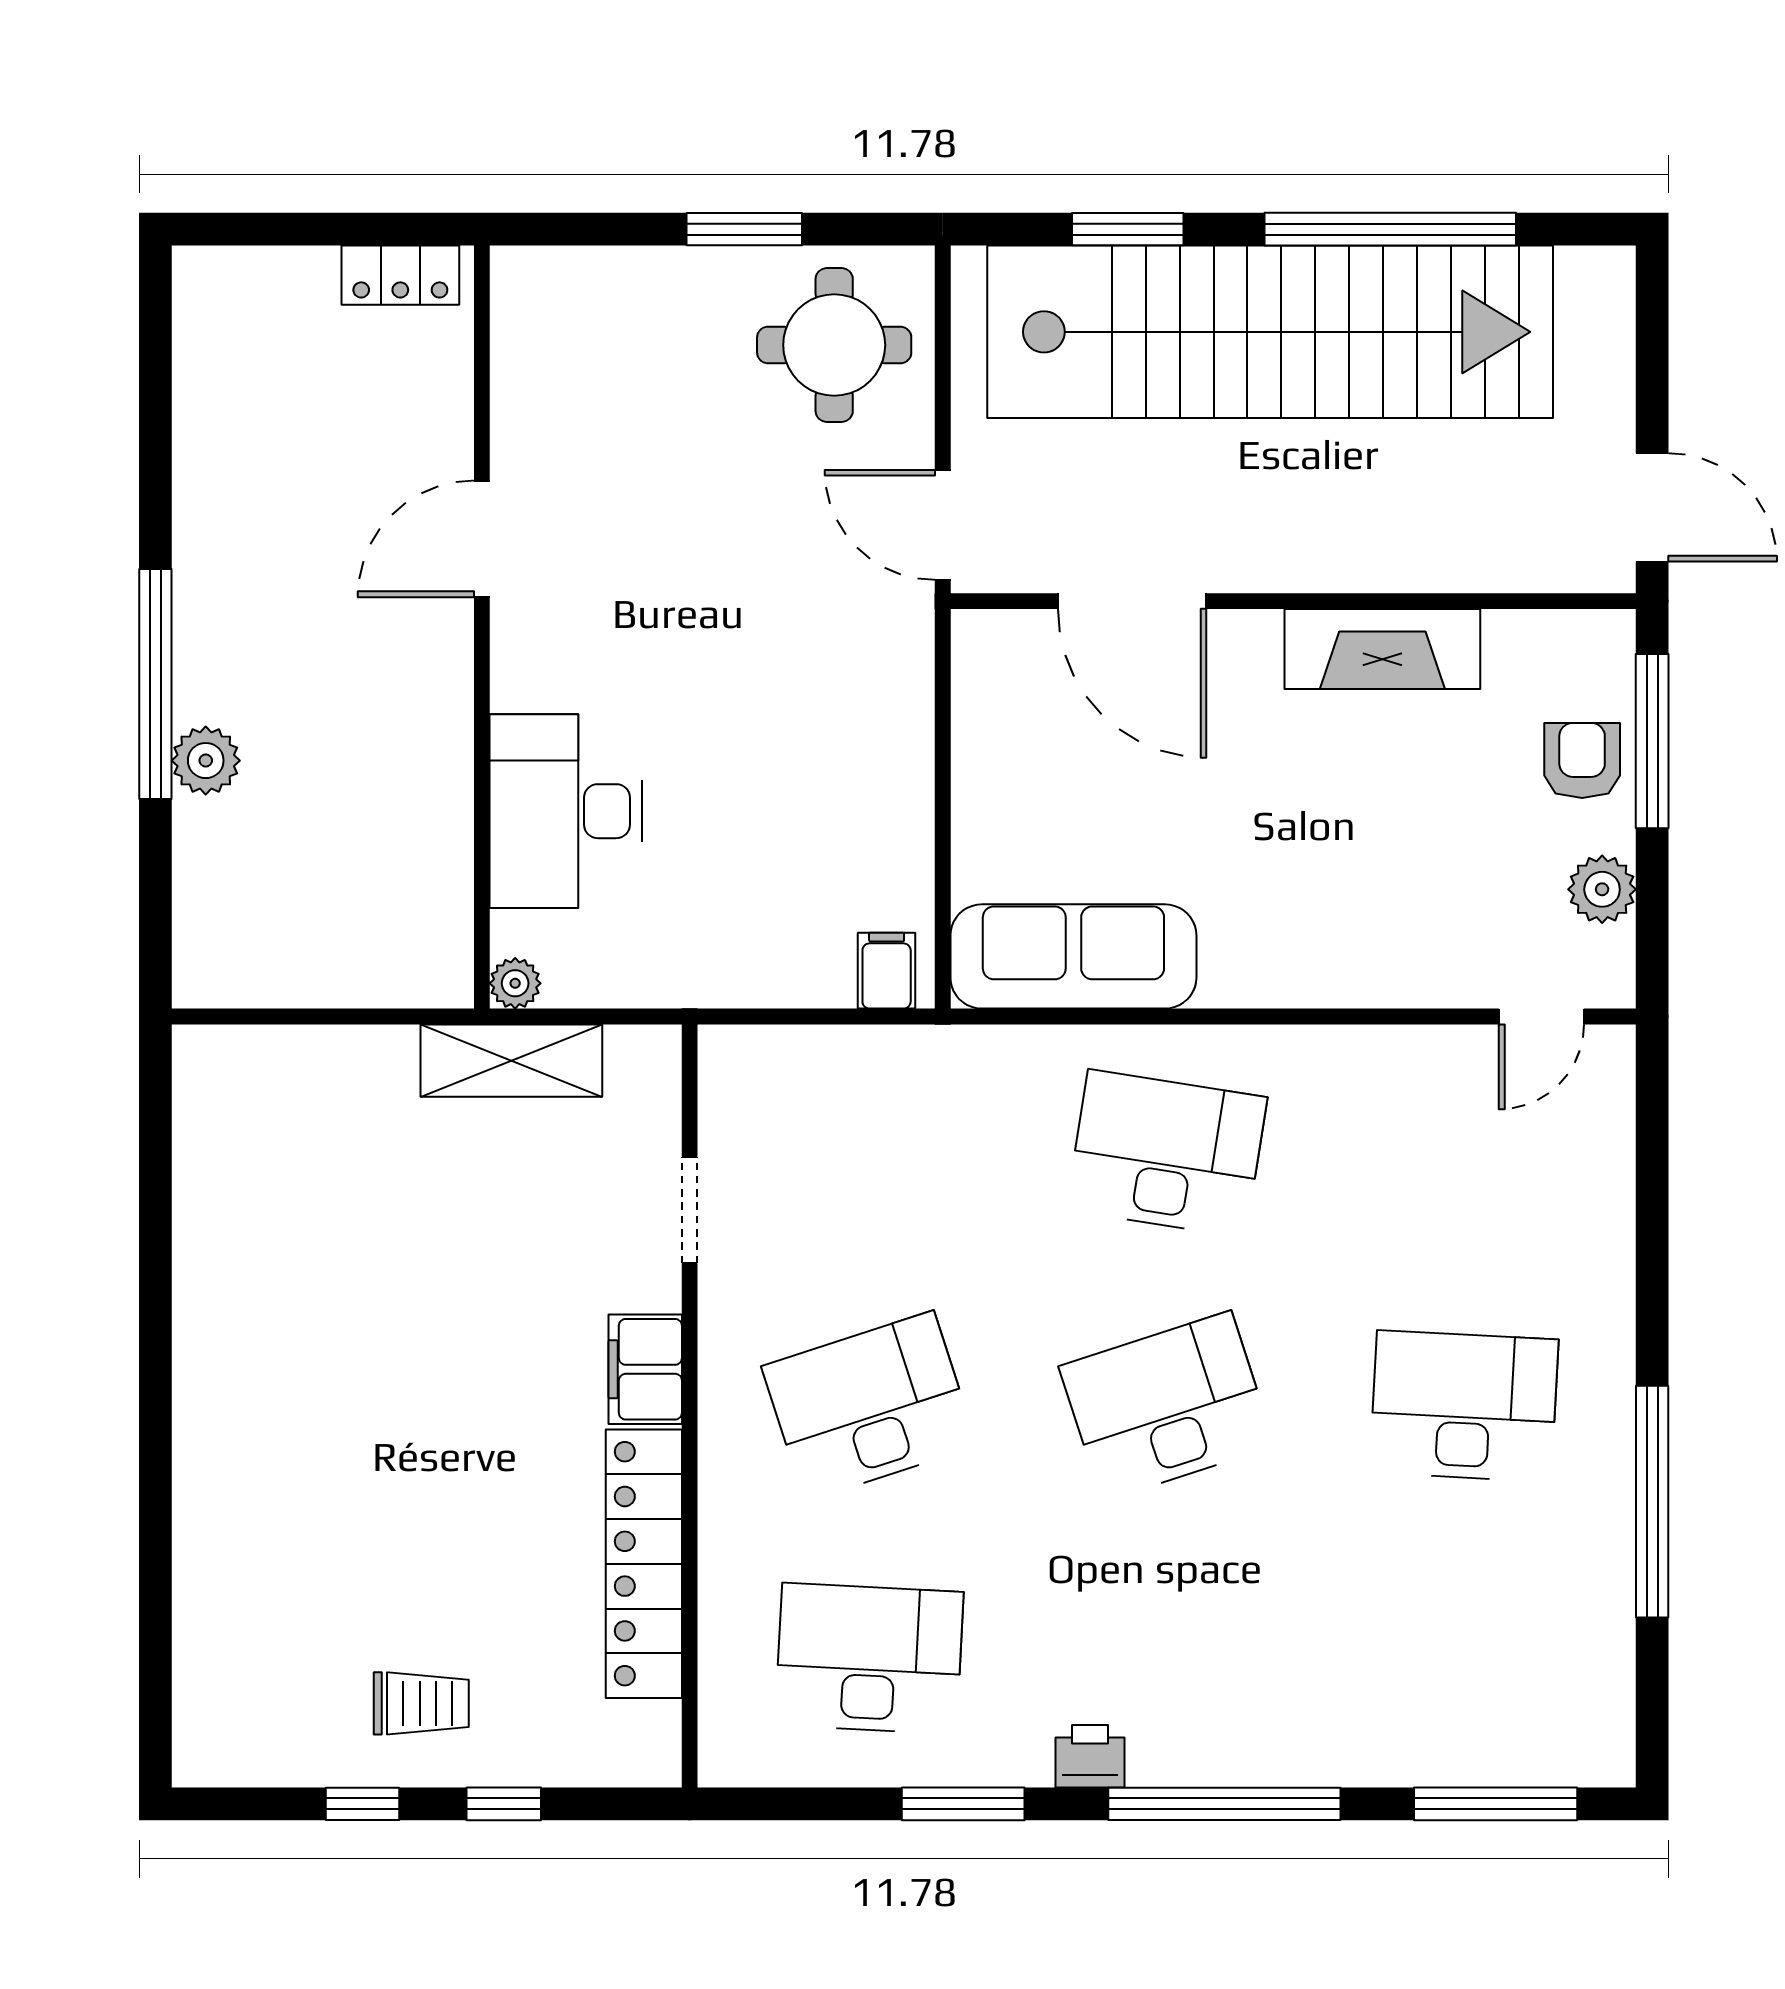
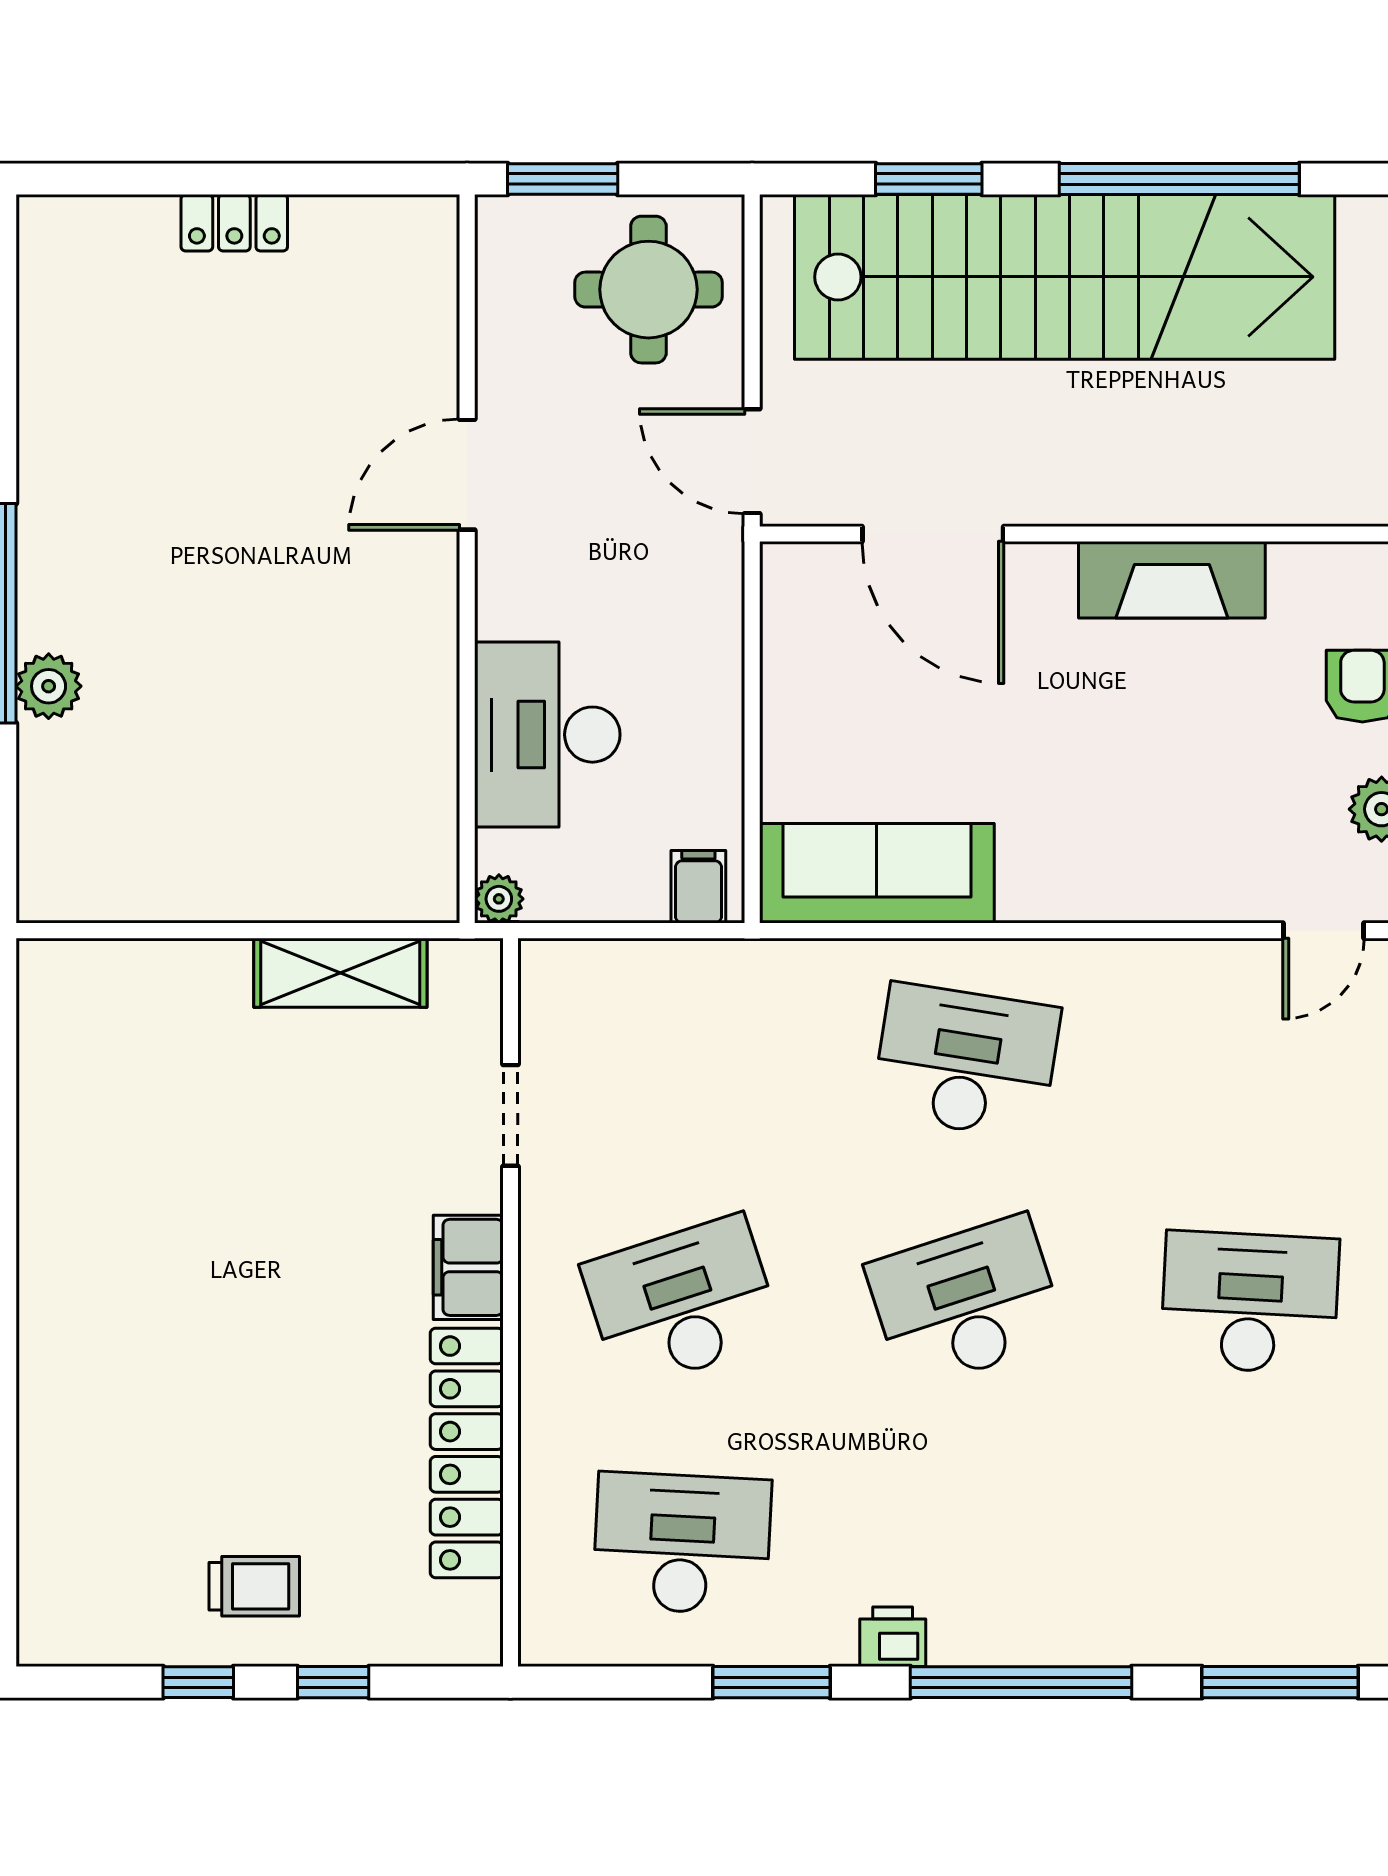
door: (482, 539) -> (467, 475), moved
wall: (482, 627) -> (467, 559), moved
desk: (566, 811) -> (547, 735), moved
plant: (515, 983) -> (499, 899), moved

